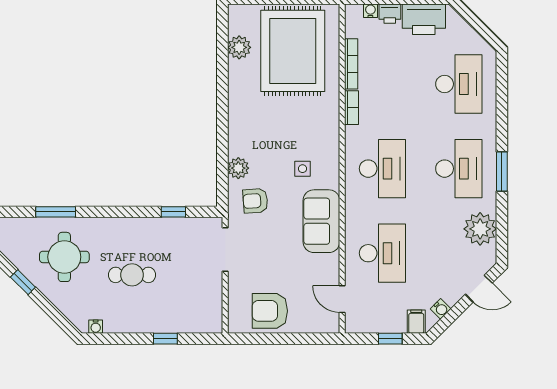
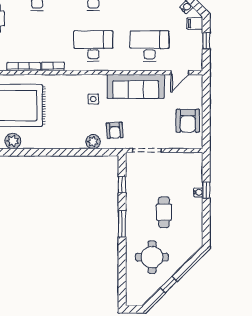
window: (56, 212) -> (122, 224), moved
sofa: (321, 221) -> (136, 86), width x1.36
water cooler: (96, 327) -> (198, 192), moved

